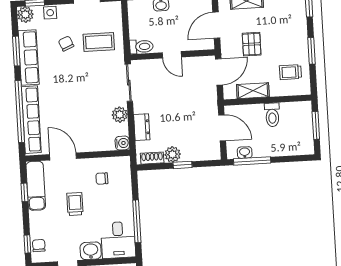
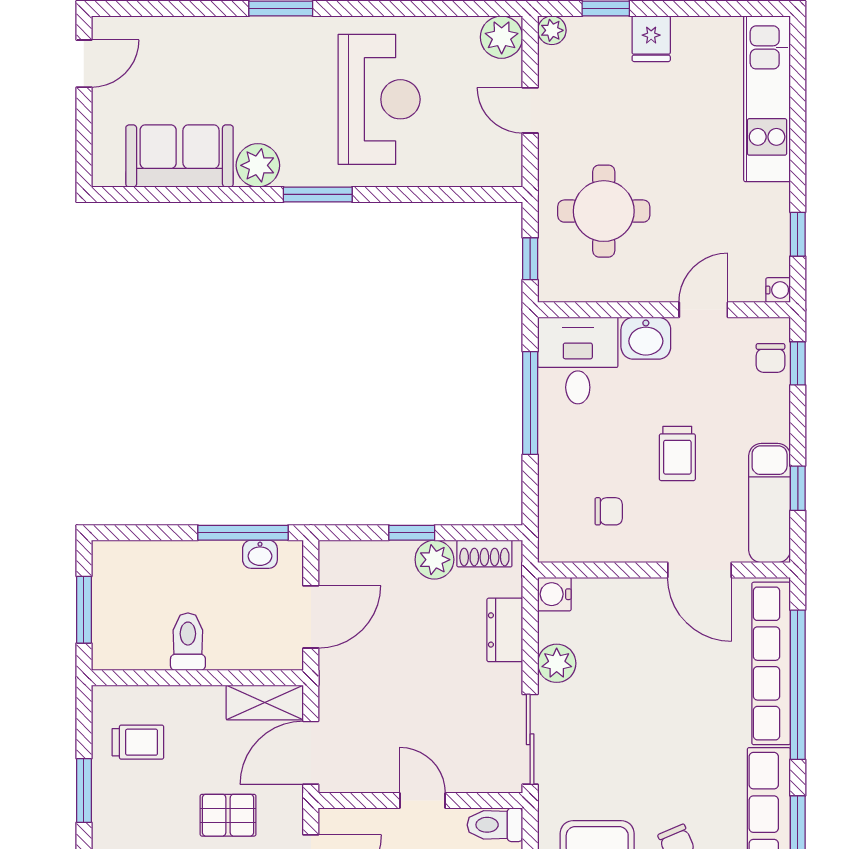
pallet: (252, 44) -> (228, 815), turned 90
shelving: (253, 91) -> (265, 703), moved
door: (222, 128) -> (311, 617), swing flipped

